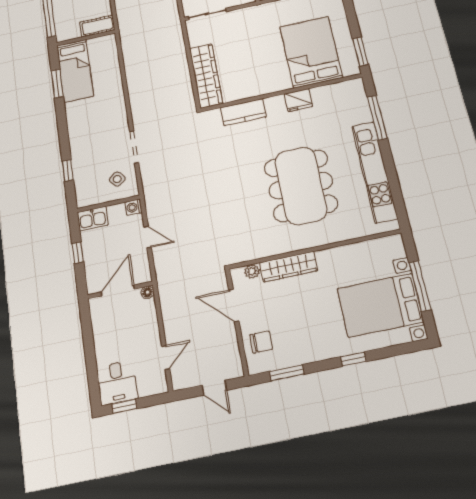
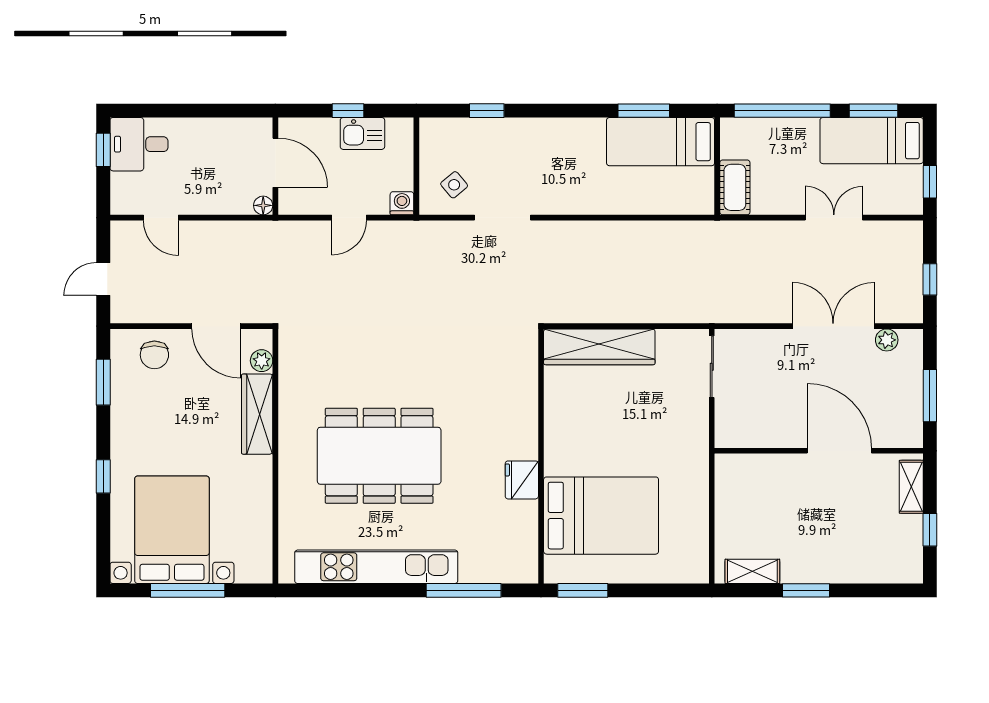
kitchen counter: (243, 112) -> (522, 393), removed
kitchen sink: (93, 219) -> (362, 133), moved, turned -90
door: (234, 305) -> (216, 326), swing flipped

